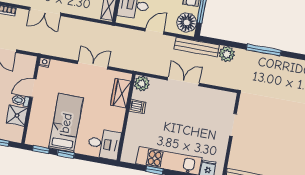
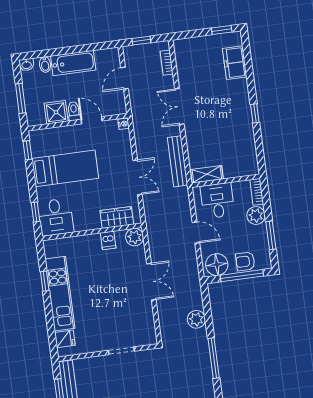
bench: (197, 47) -> (177, 161), moved
window: (66, 154) -> (36, 212), moved

